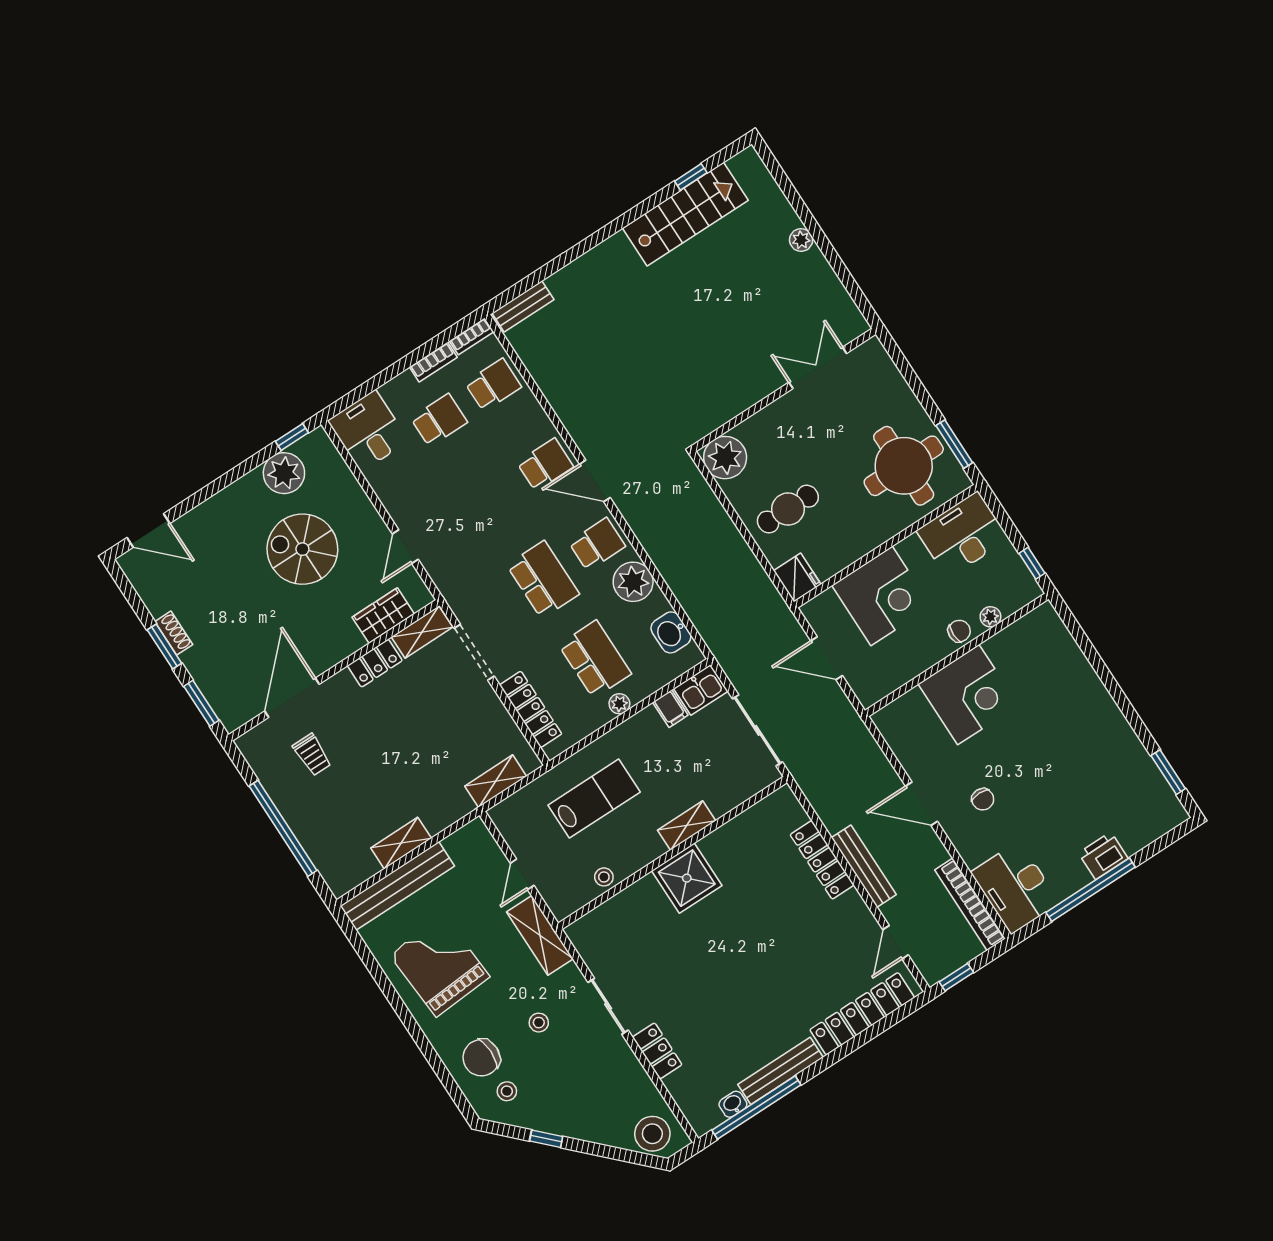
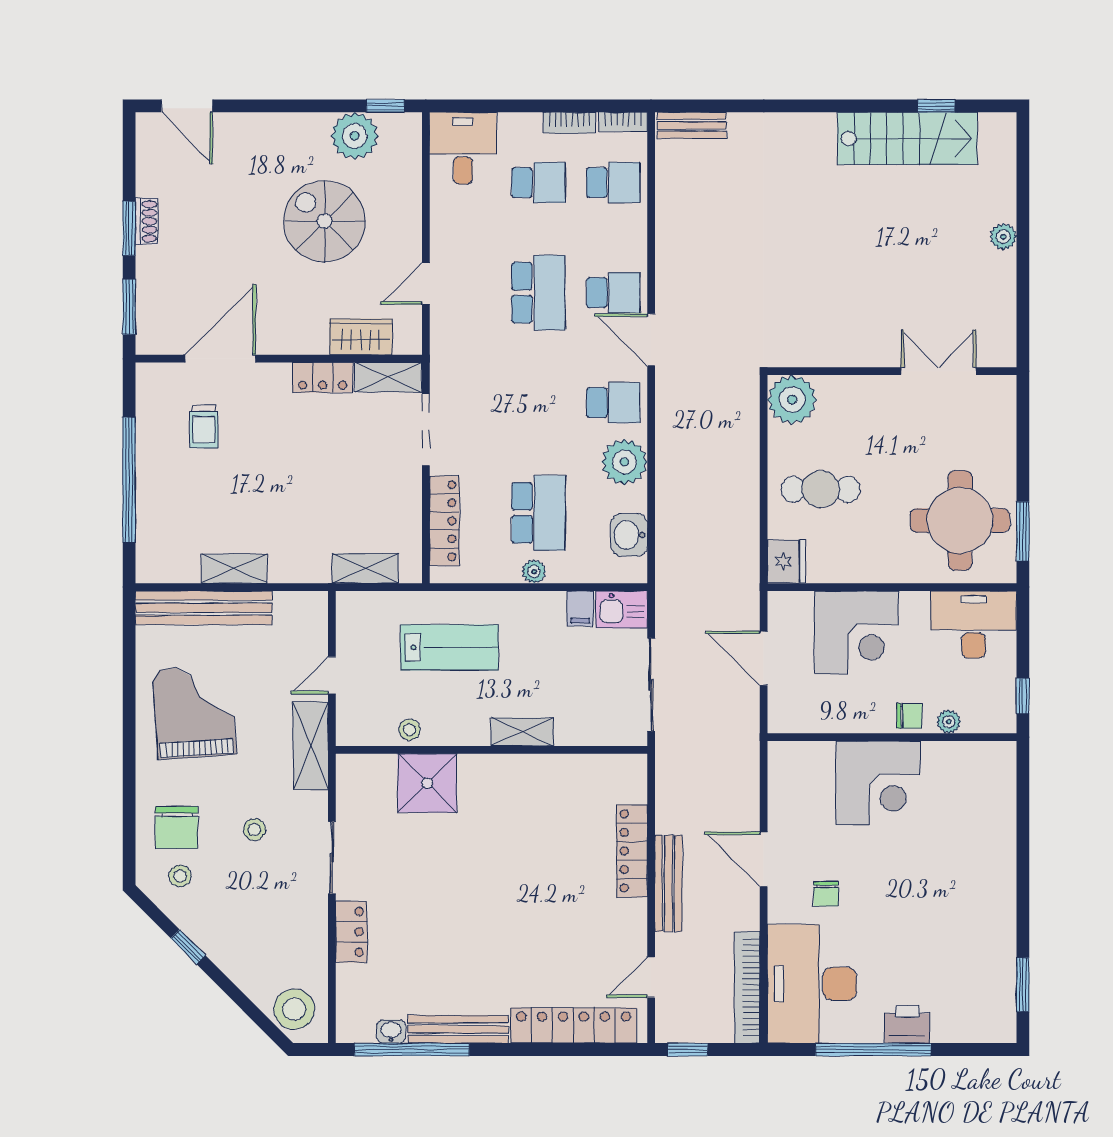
school desk: (543, 580) -> (538, 293), moved
shower: (687, 878) -> (427, 783), moved
desk: (1015, 887) -> (812, 984), width x1.36, depth x1.30
chair: (481, 1058) -> (177, 827), turned -90

